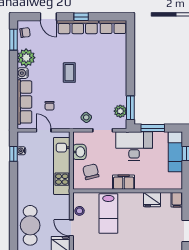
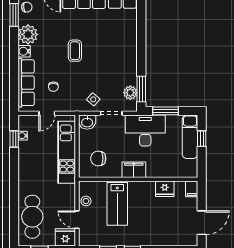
door: (44, 130) -> (47, 113), swing flipped
washbasin: (79, 152) -> (87, 122), moved, turned 90
chair: (91, 172) -> (98, 158), turned -76

